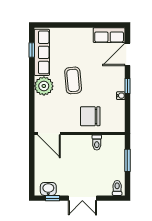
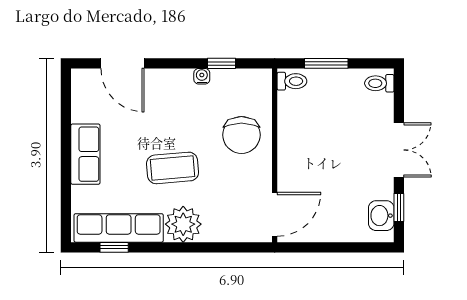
row of seats: (109, 35) -> (85, 154), moved
window: (127, 86) -> (221, 63), moved
toilet: (97, 142) -> (292, 81), moved

